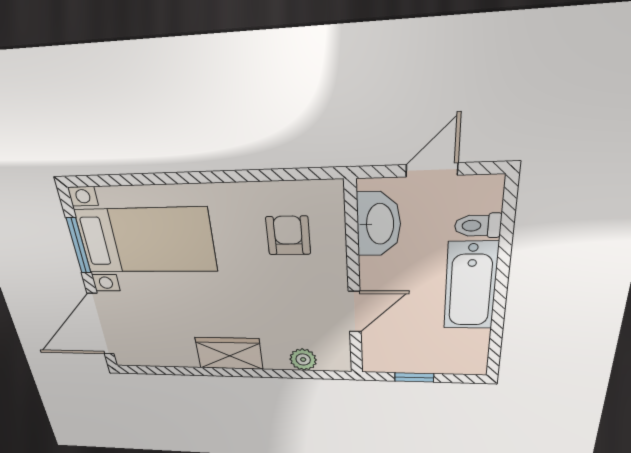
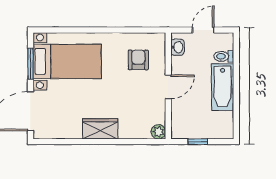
washbasin: (379, 224) -> (177, 47), width x0.52, depth x0.69
door: (355, 312) -> (168, 87), moved
plant: (303, 359) -> (158, 132), moved

